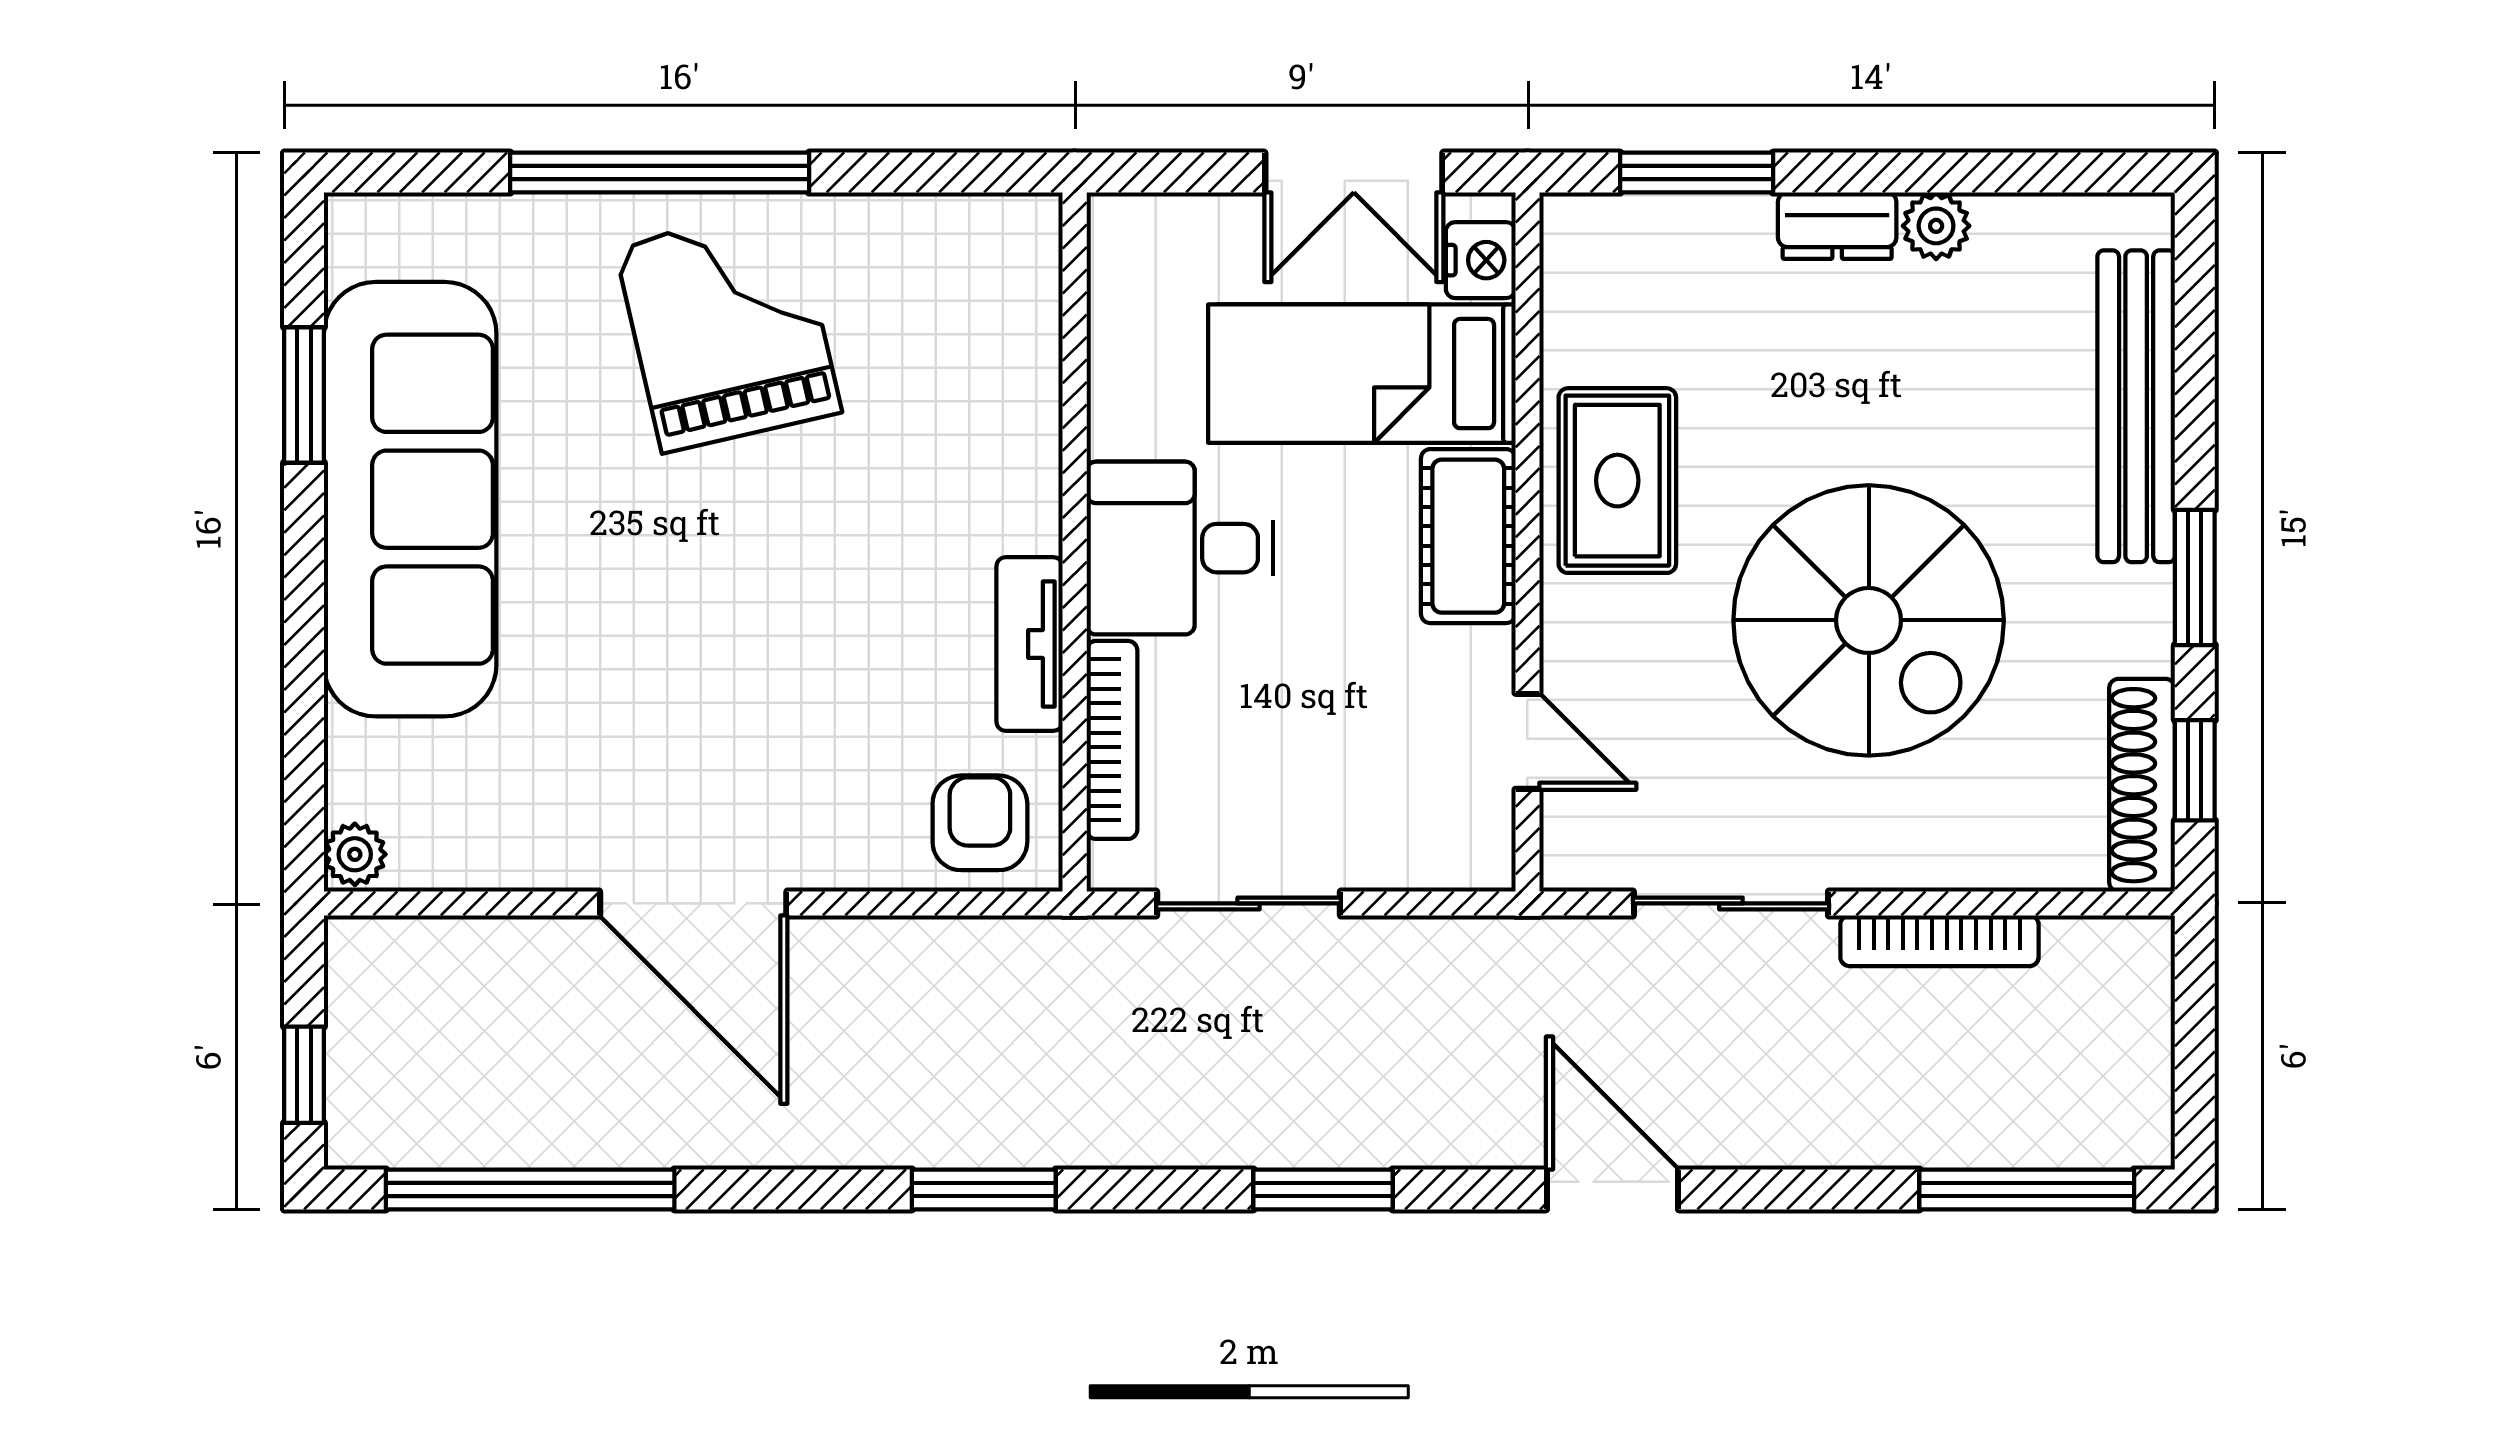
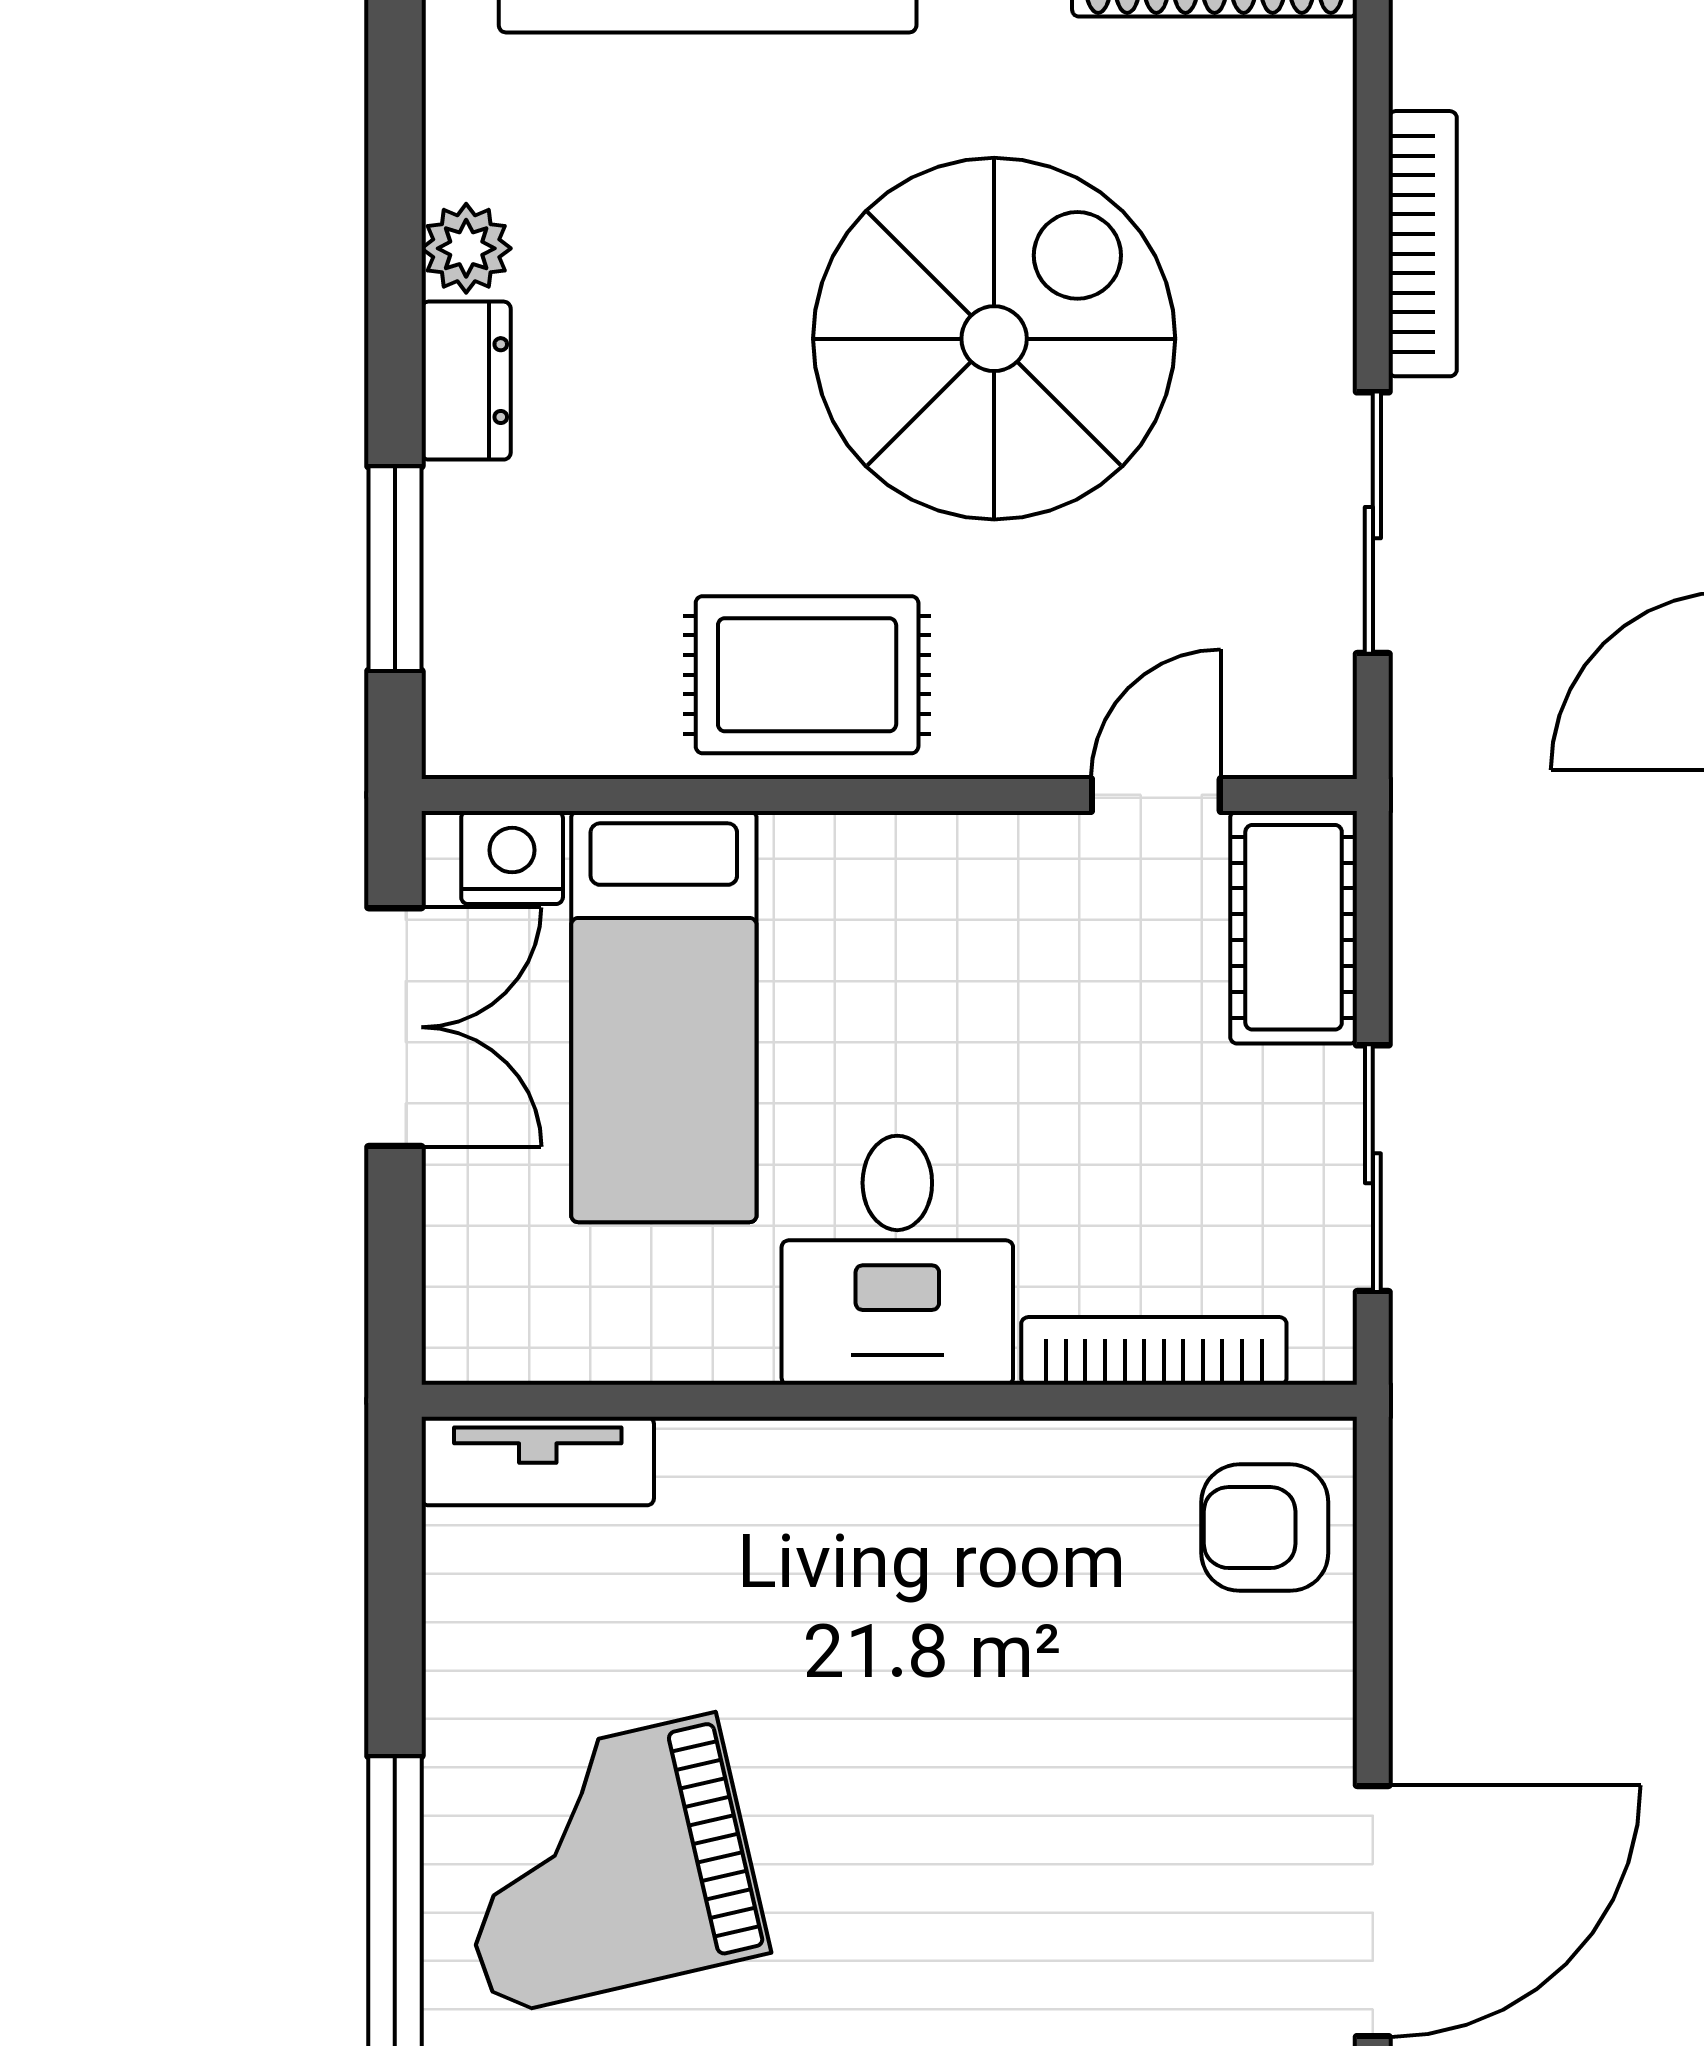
cot: (1468, 536) -> (1294, 927), moved, turned 90
tv unit: (1030, 644) -> (538, 1461), moved

